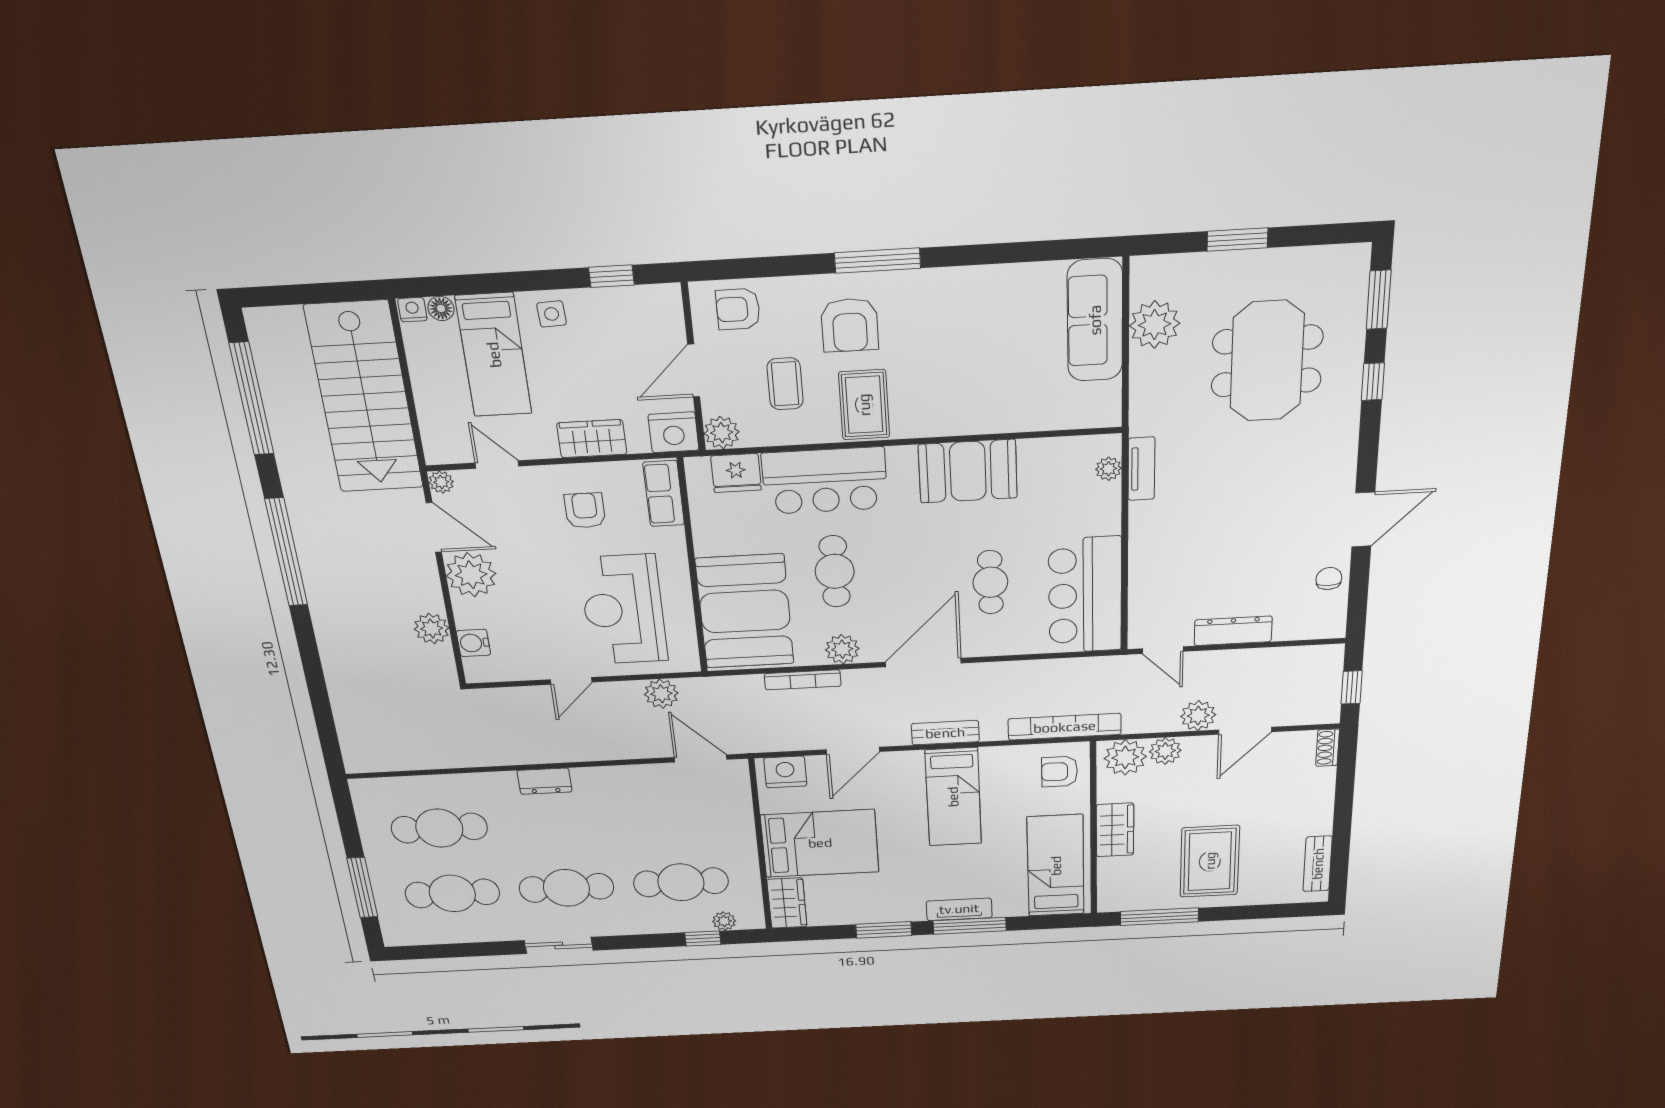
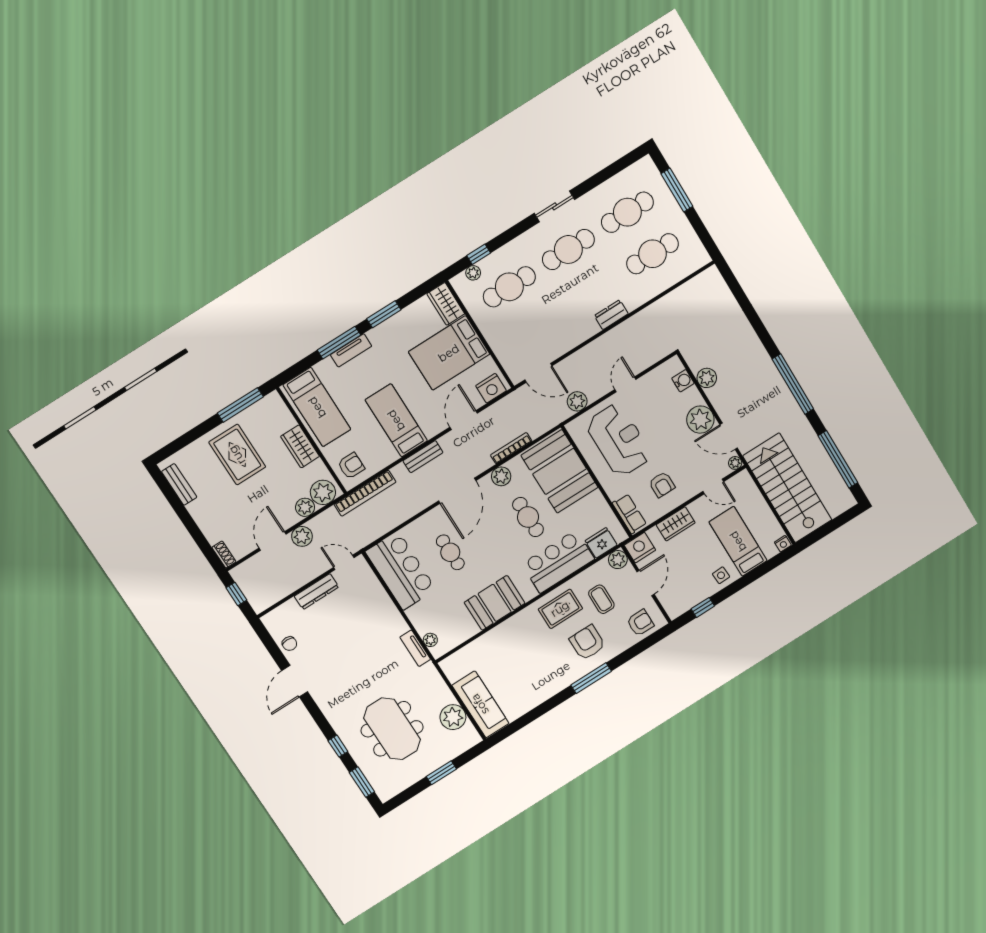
floor lamp: (441, 308) -> (771, 551), removed
rug: (864, 405) -> (560, 609), turned 90

